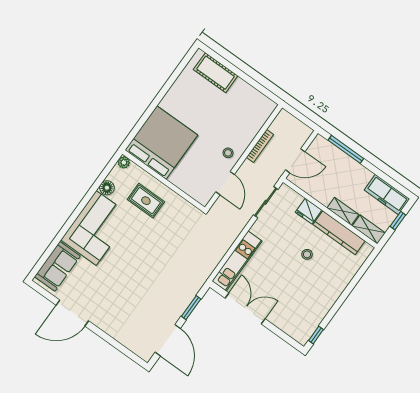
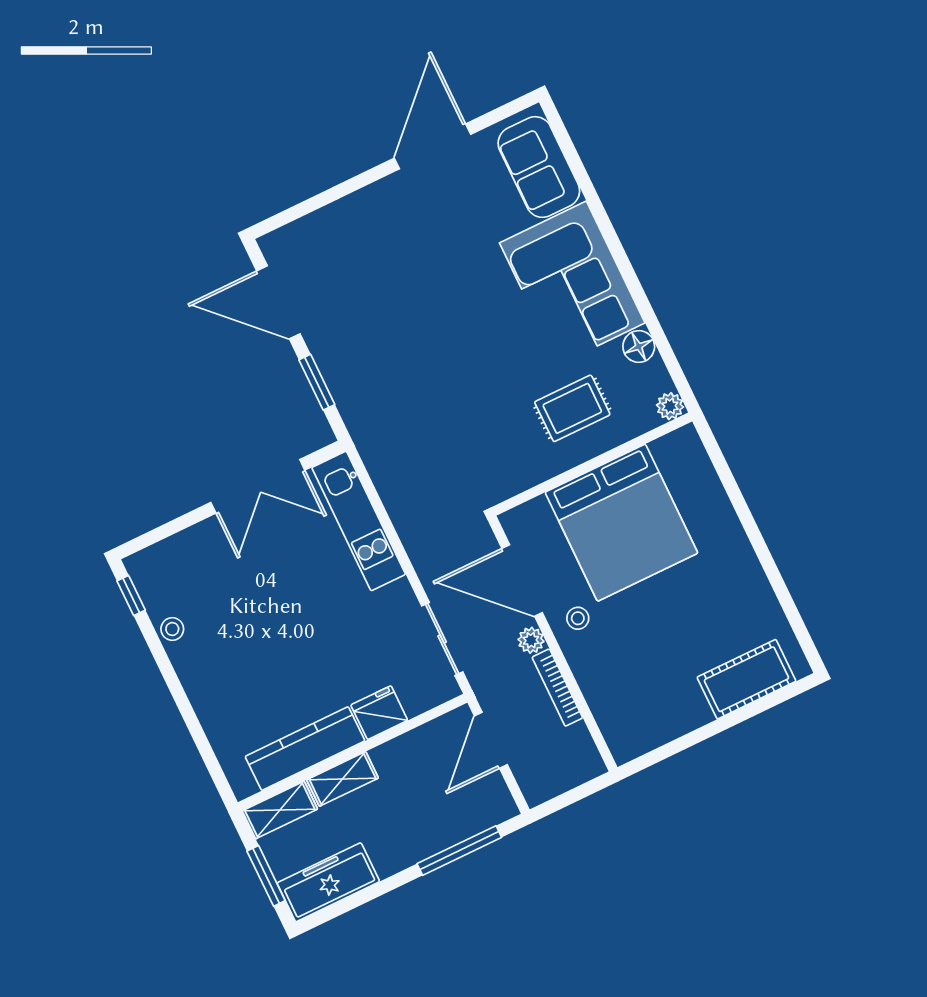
bed: (161, 143) -> (621, 523), moved
plant: (247, 167) -> (531, 640), added
door: (225, 183) -> (522, 580), width x1.36
window: (398, 221) -> (266, 876), width x1.50
stool: (307, 254) -> (172, 629), moved

